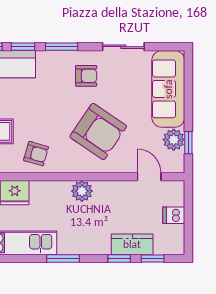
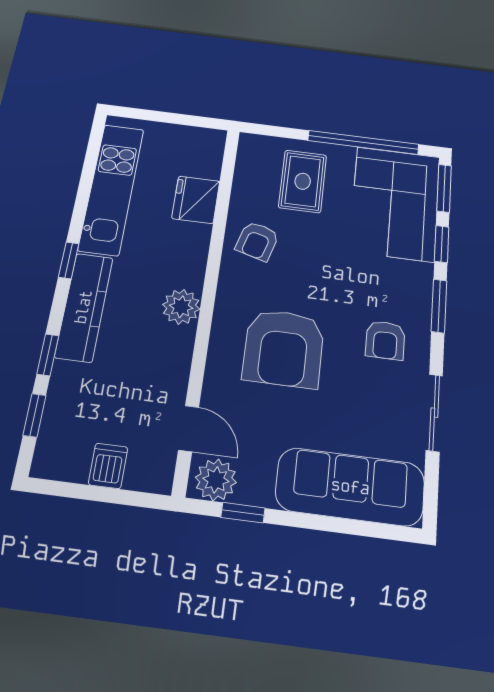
armchair: (98, 132) -> (284, 348), turned -34
plant: (174, 140) -> (216, 480), moved
door: (149, 177) -> (189, 429), hinge flipped
kitchen counter: (132, 244) -> (84, 307), moved, width x1.50
window: (63, 258) -> (69, 260), width x0.67

